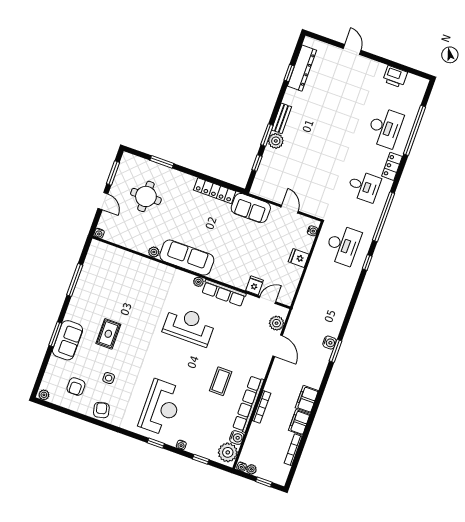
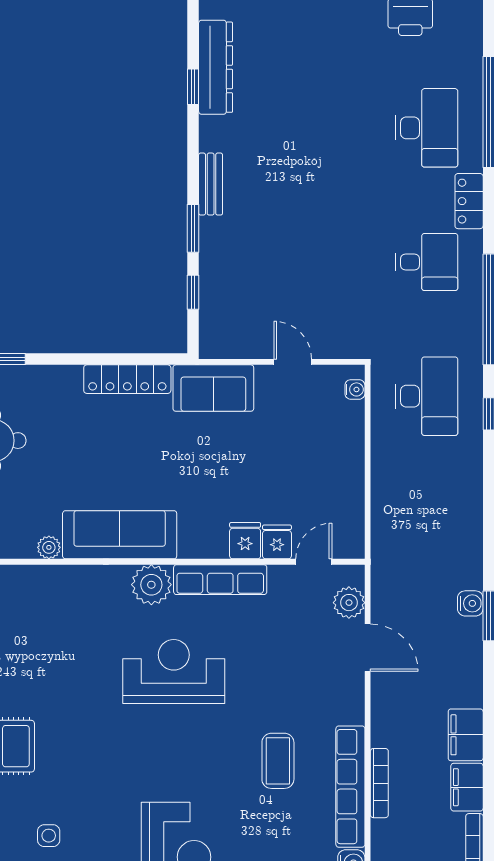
plant: (276, 141) -> (215, 234), removed
fridge: (299, 258) -> (245, 541), moved, turned 90
plant: (198, 282) -> (151, 585), width x1.88, depth x1.88

